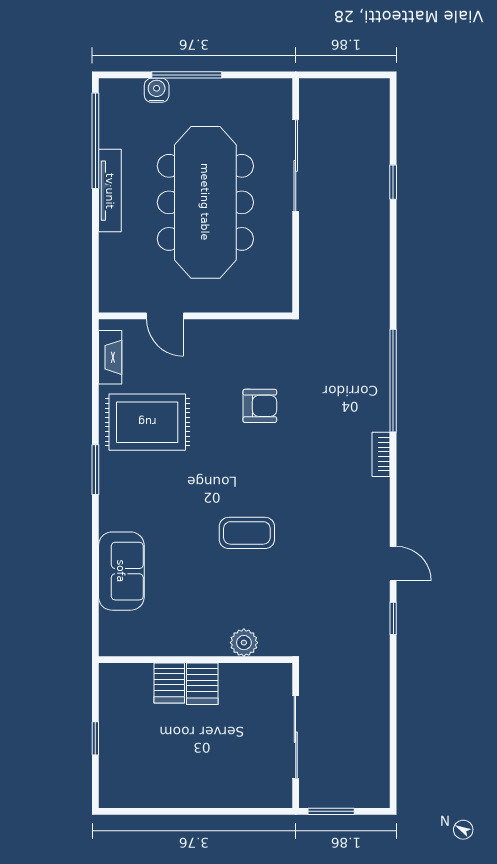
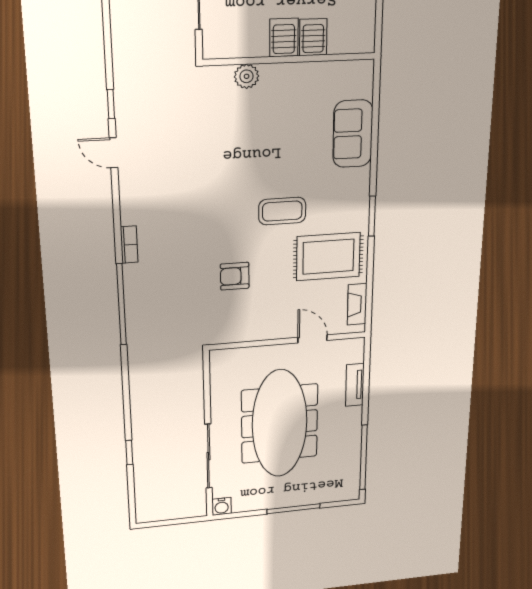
water cooler: (157, 90) -> (222, 506), moved
tv unit: (110, 191) -> (355, 385), moved, width x0.71
coffee table: (247, 533) -> (282, 211), moved

